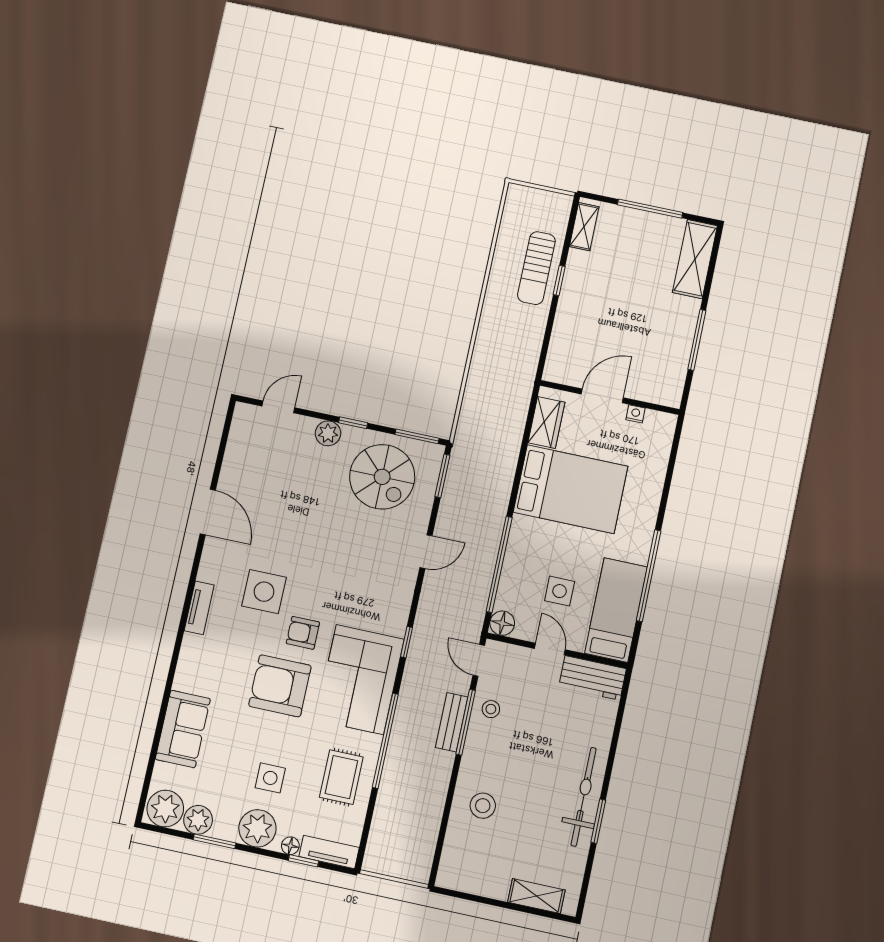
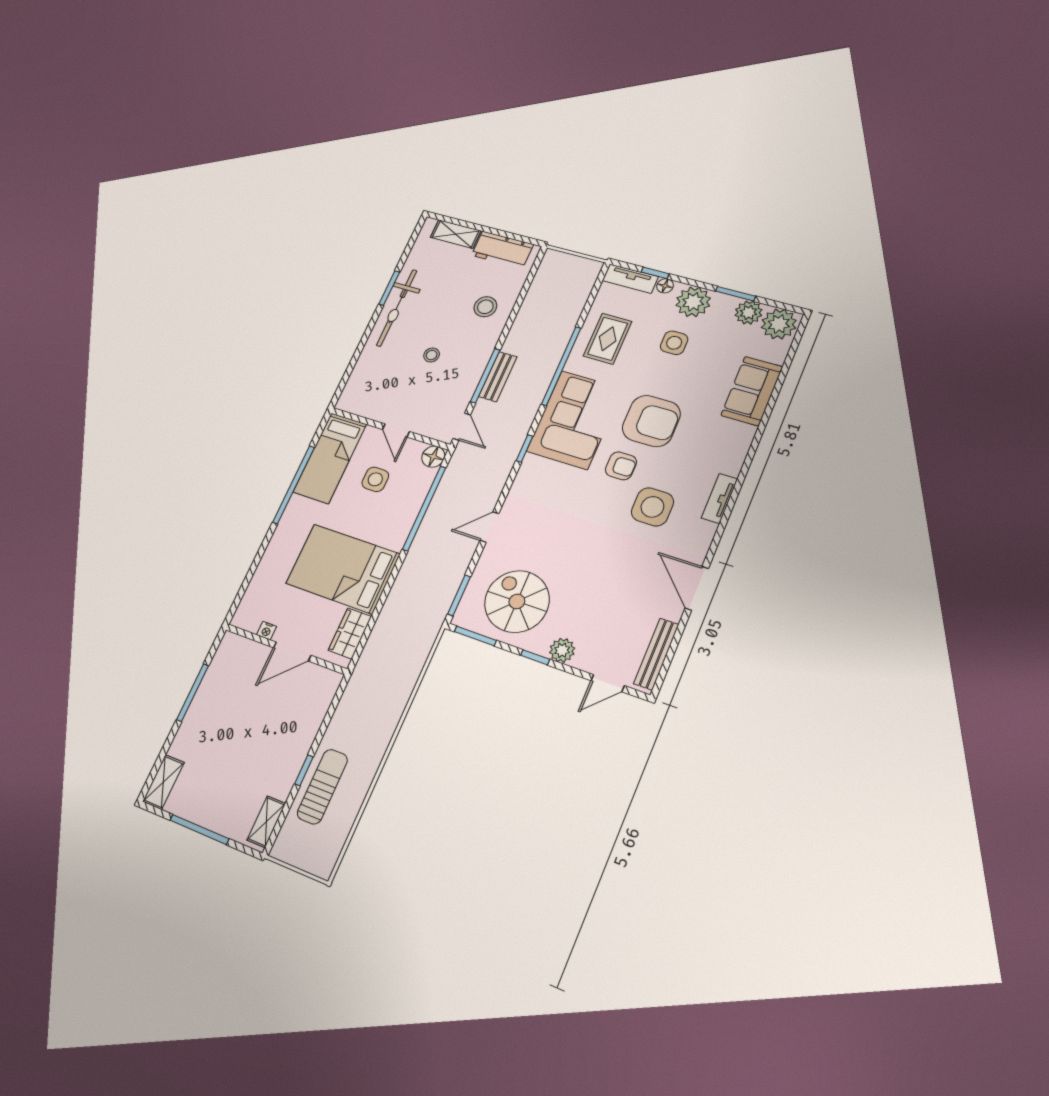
shelving: (695, 259) -> (163, 782), width x0.67, depth x0.75
bench: (237, 442) -> (656, 654), added
workbench: (592, 678) -> (502, 250), moved, turned 180
stool: (491, 709) -> (432, 355), moved

